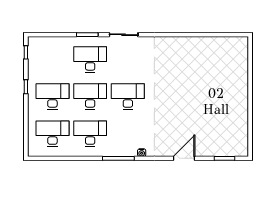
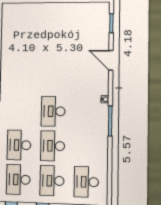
desk: (90, 134) -> (18, 180), moved

